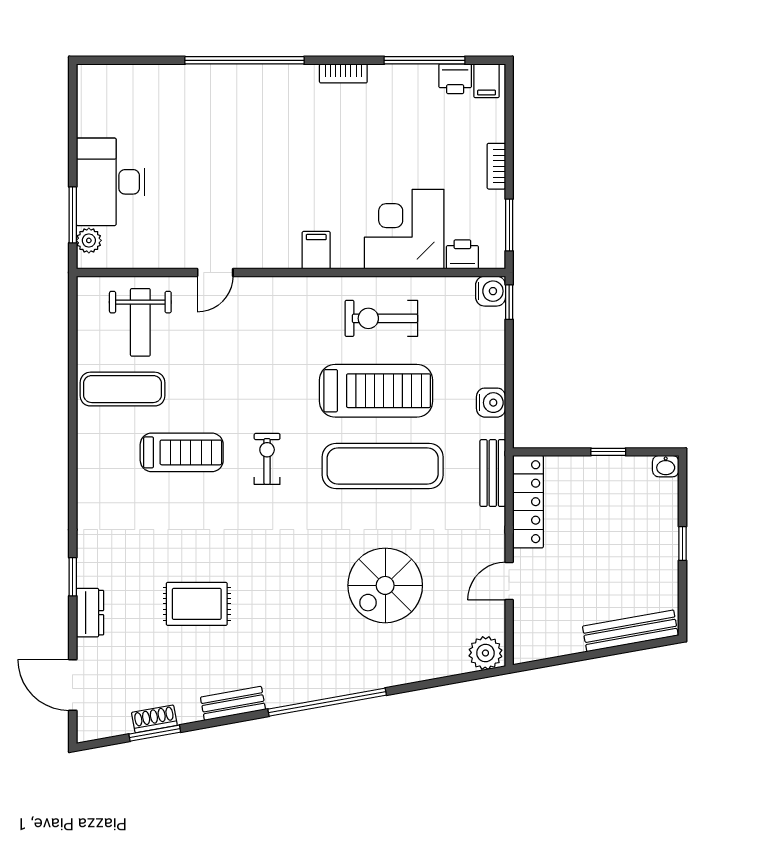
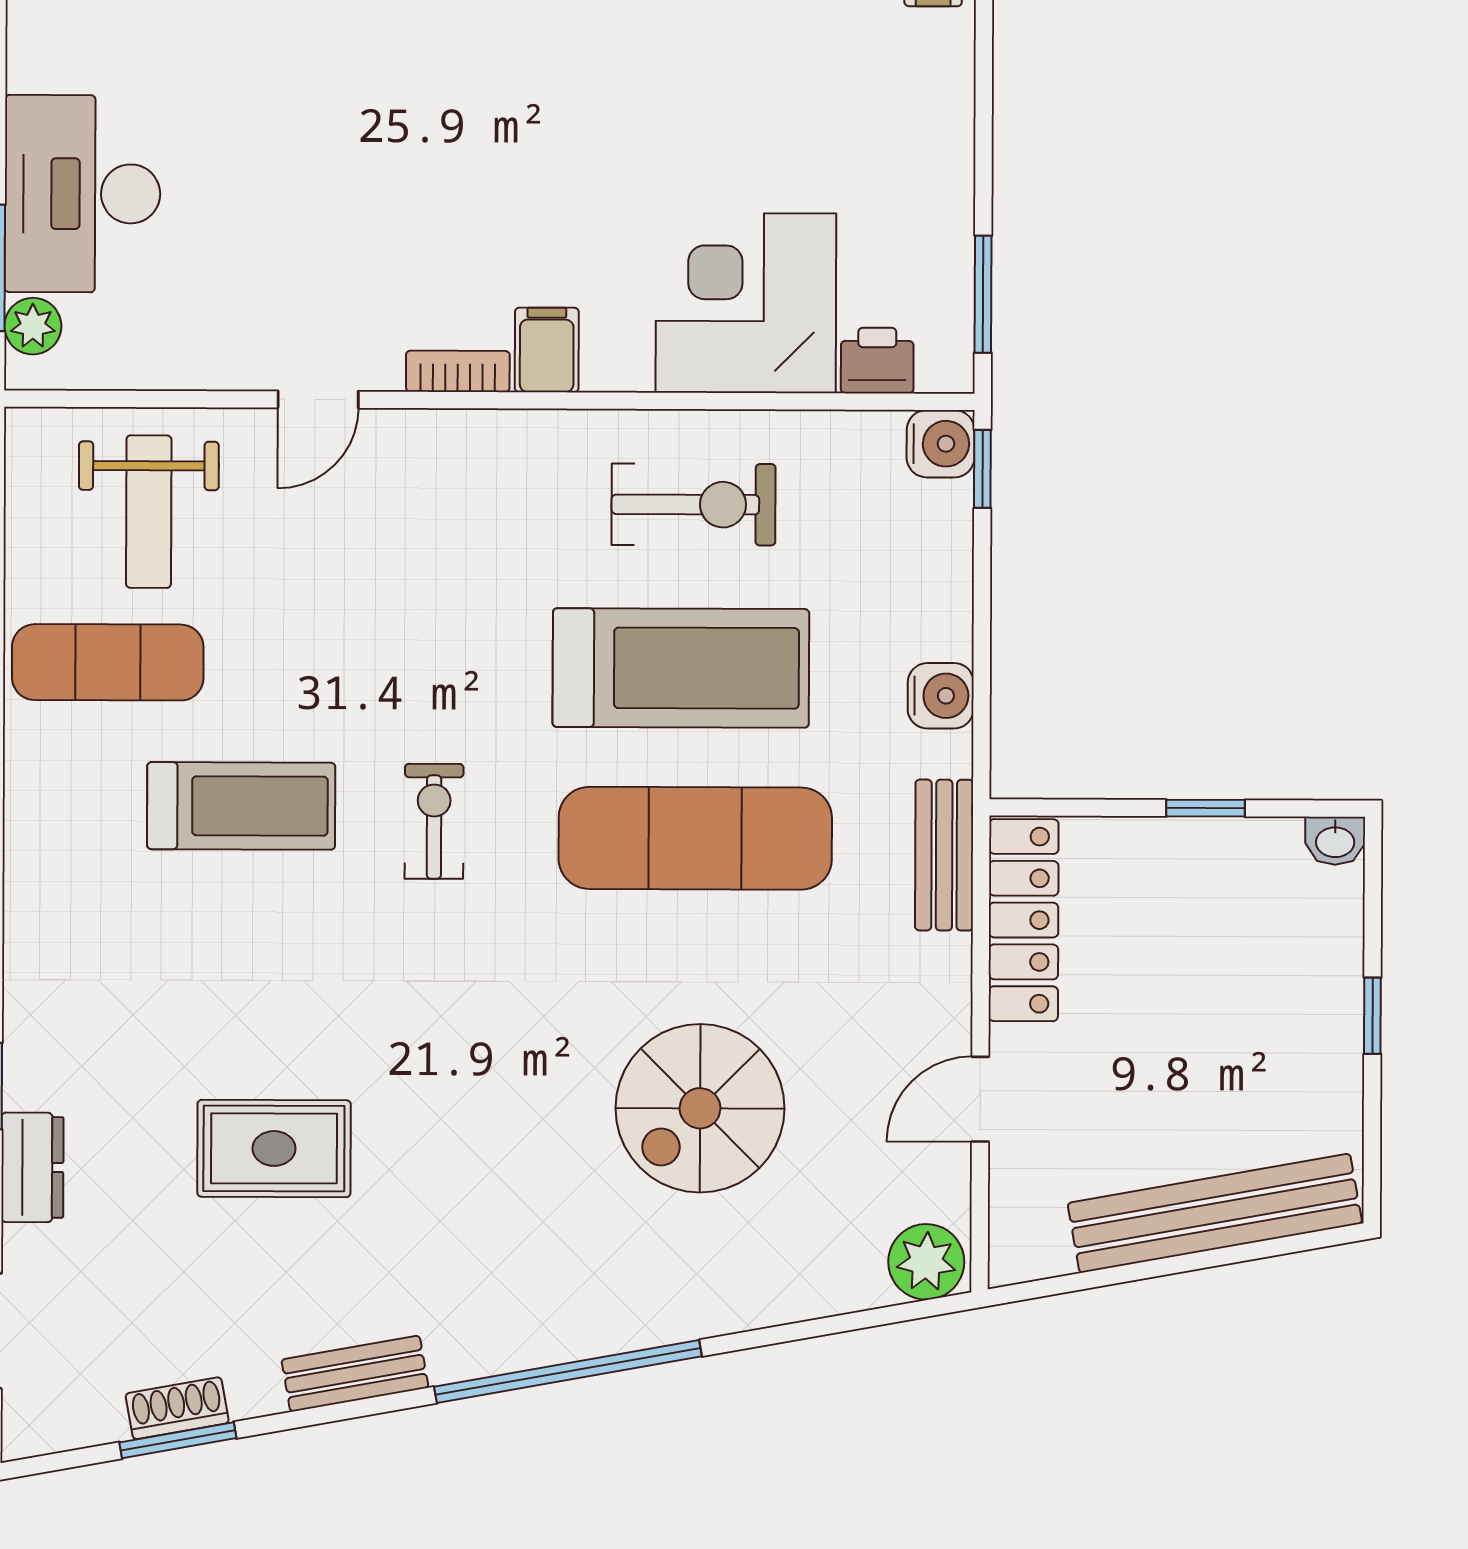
bookcase: (496, 166) -> (458, 371), moved, turned 90
exercise bike: (381, 318) -> (694, 505), turned 180
bench: (630, 631) -> (1215, 1213), width x1.37, depth x1.21

